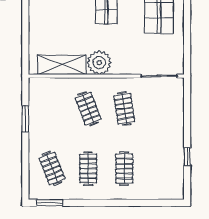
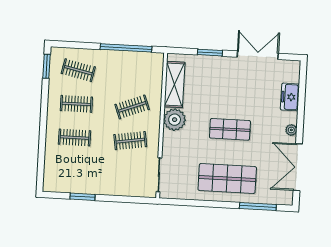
window: (25, 29) -> (210, 53), added
window: (25, 119) -> (126, 48), width x2.11
window: (187, 156) -> (82, 197), width x1.50
clothes rail: (52, 169) -> (78, 70), turned 33

